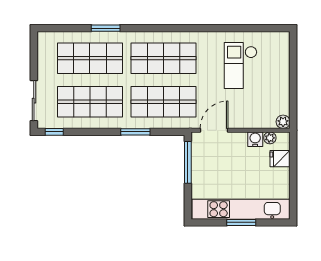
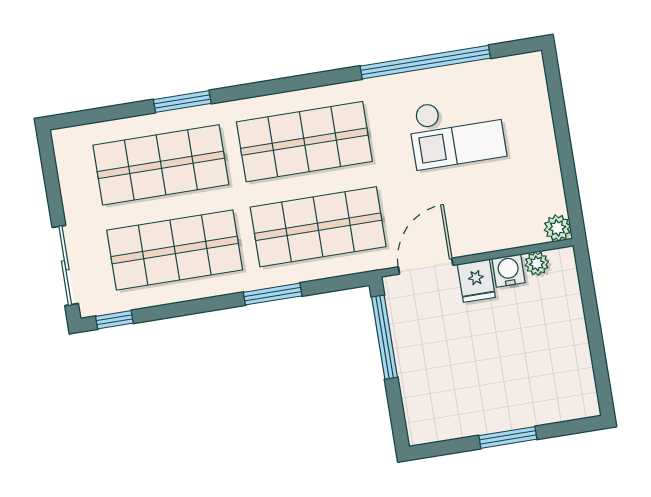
window: (230, 28) -> (425, 62), added
checkout: (241, 66) -> (457, 132), turned -90
fridge: (280, 159) -> (476, 281), moved, turned -90
kitchen unit: (241, 209) -> (503, 412), removed

